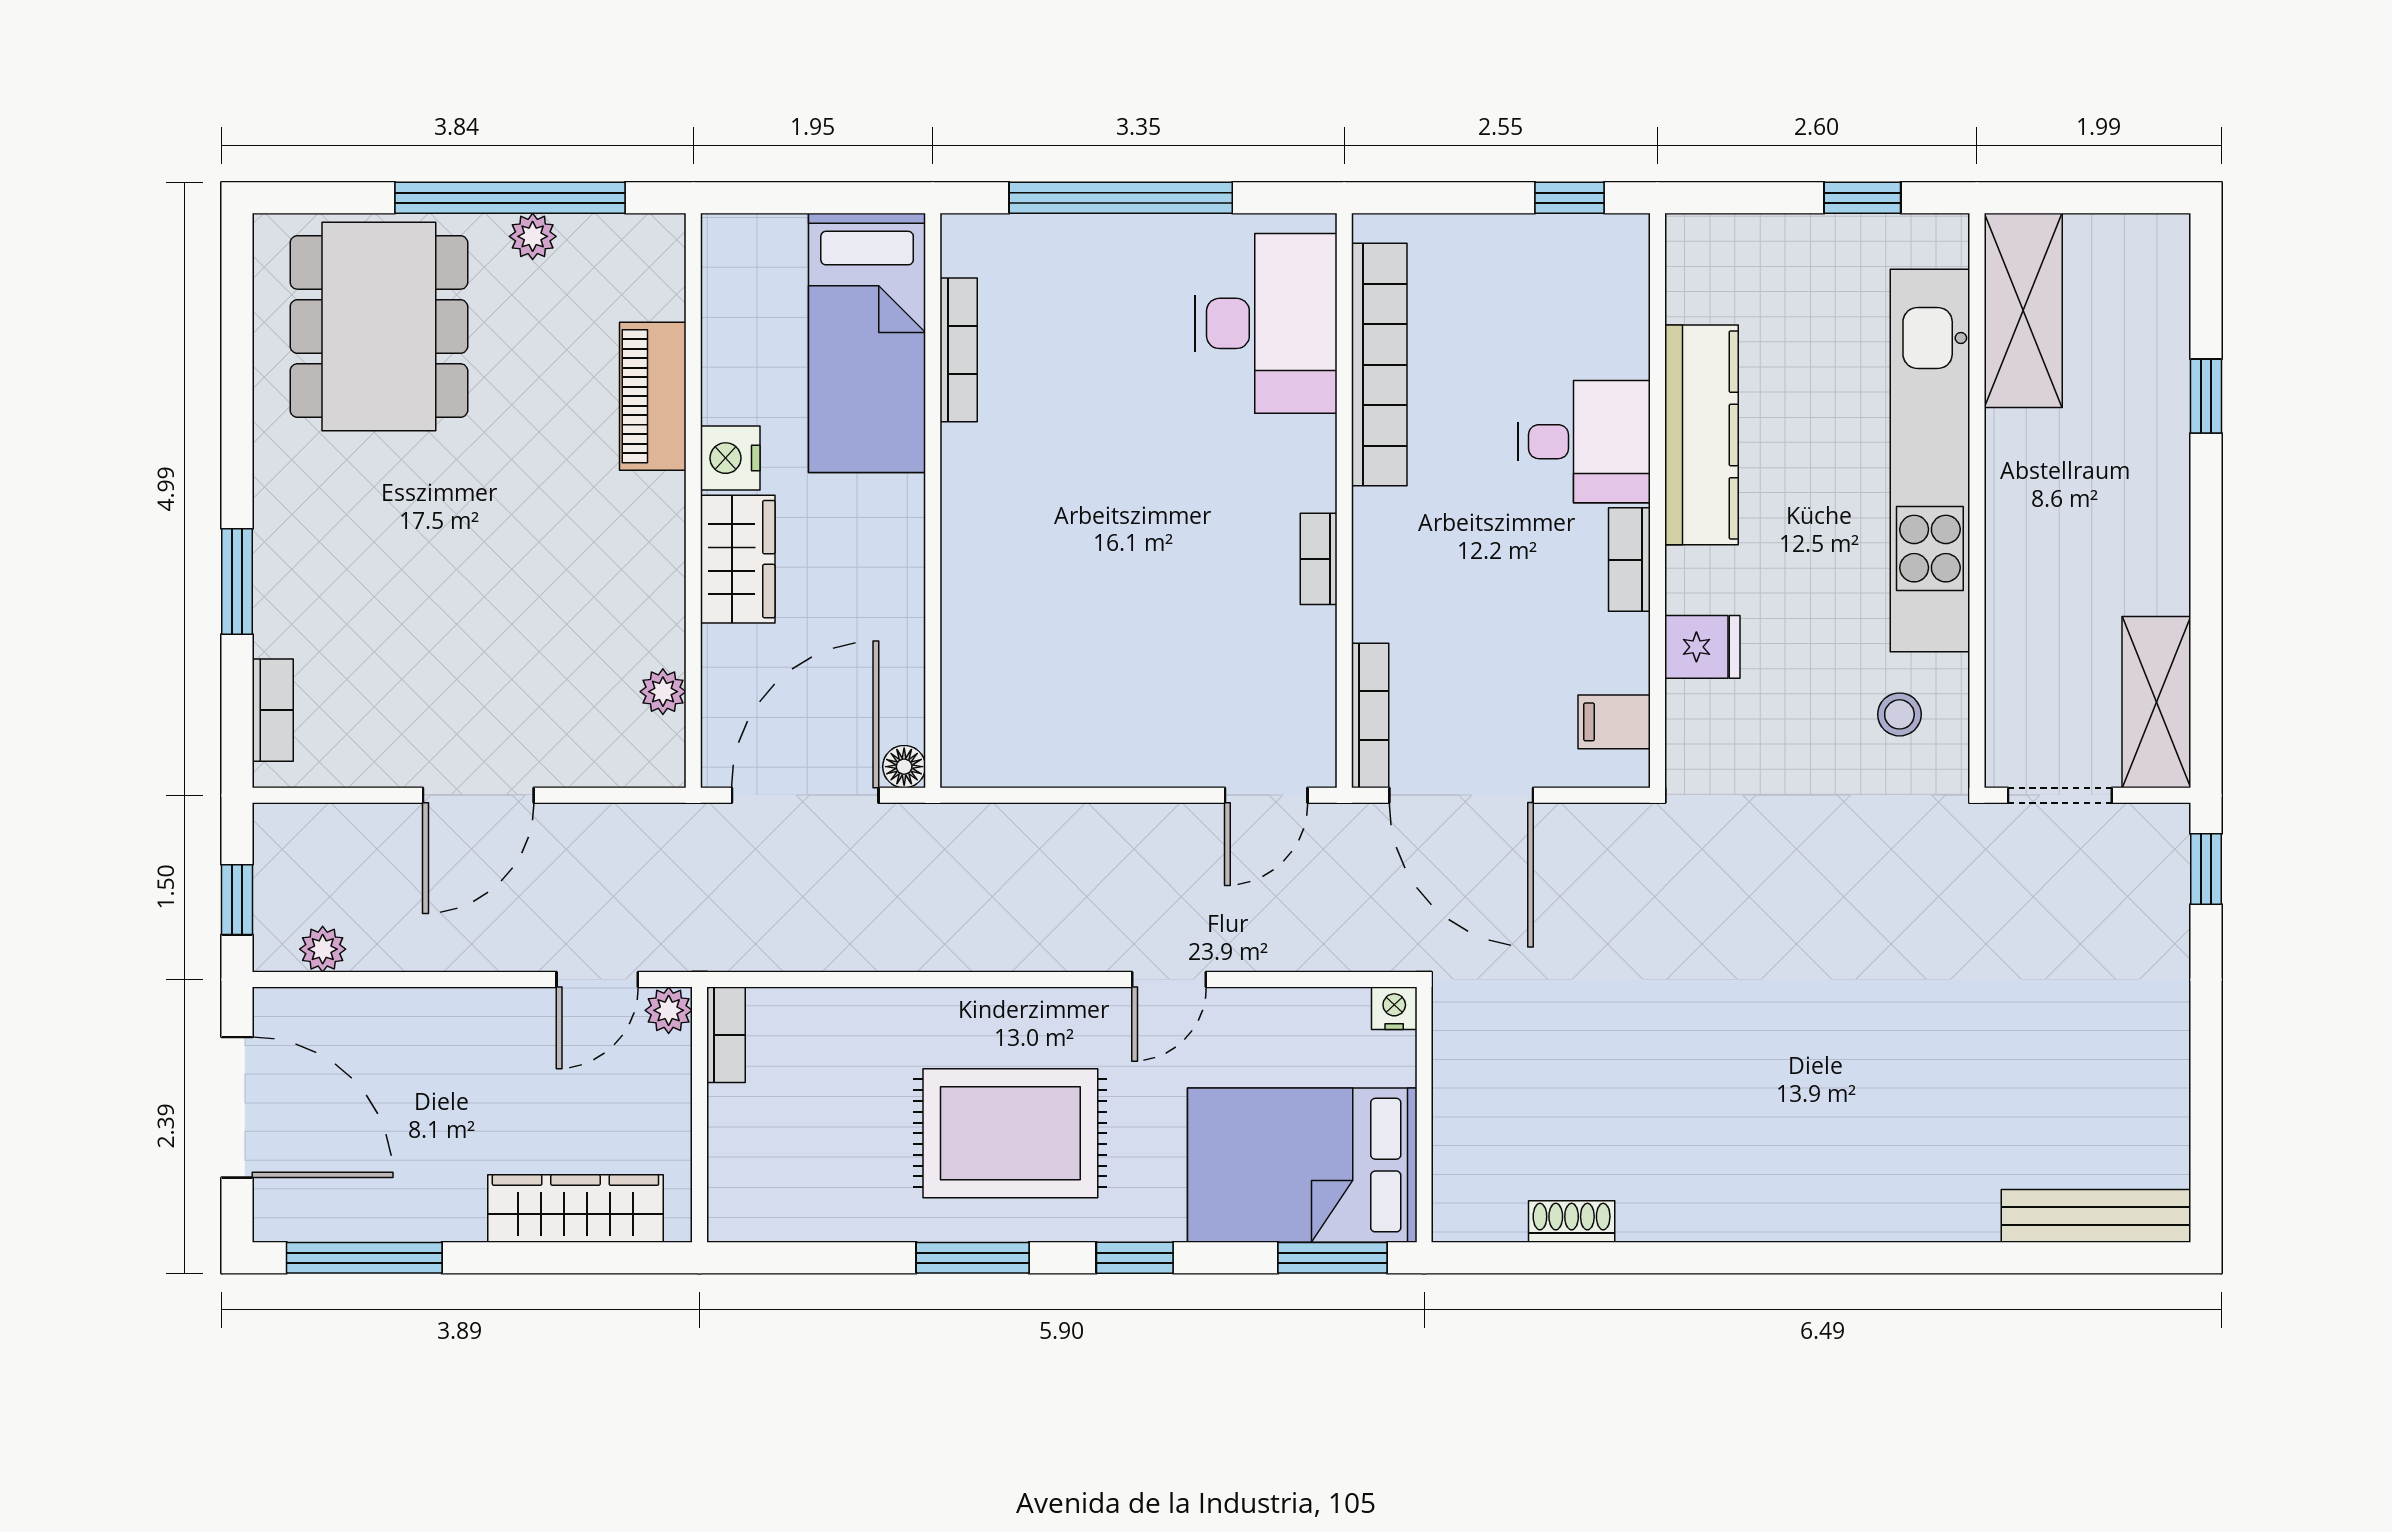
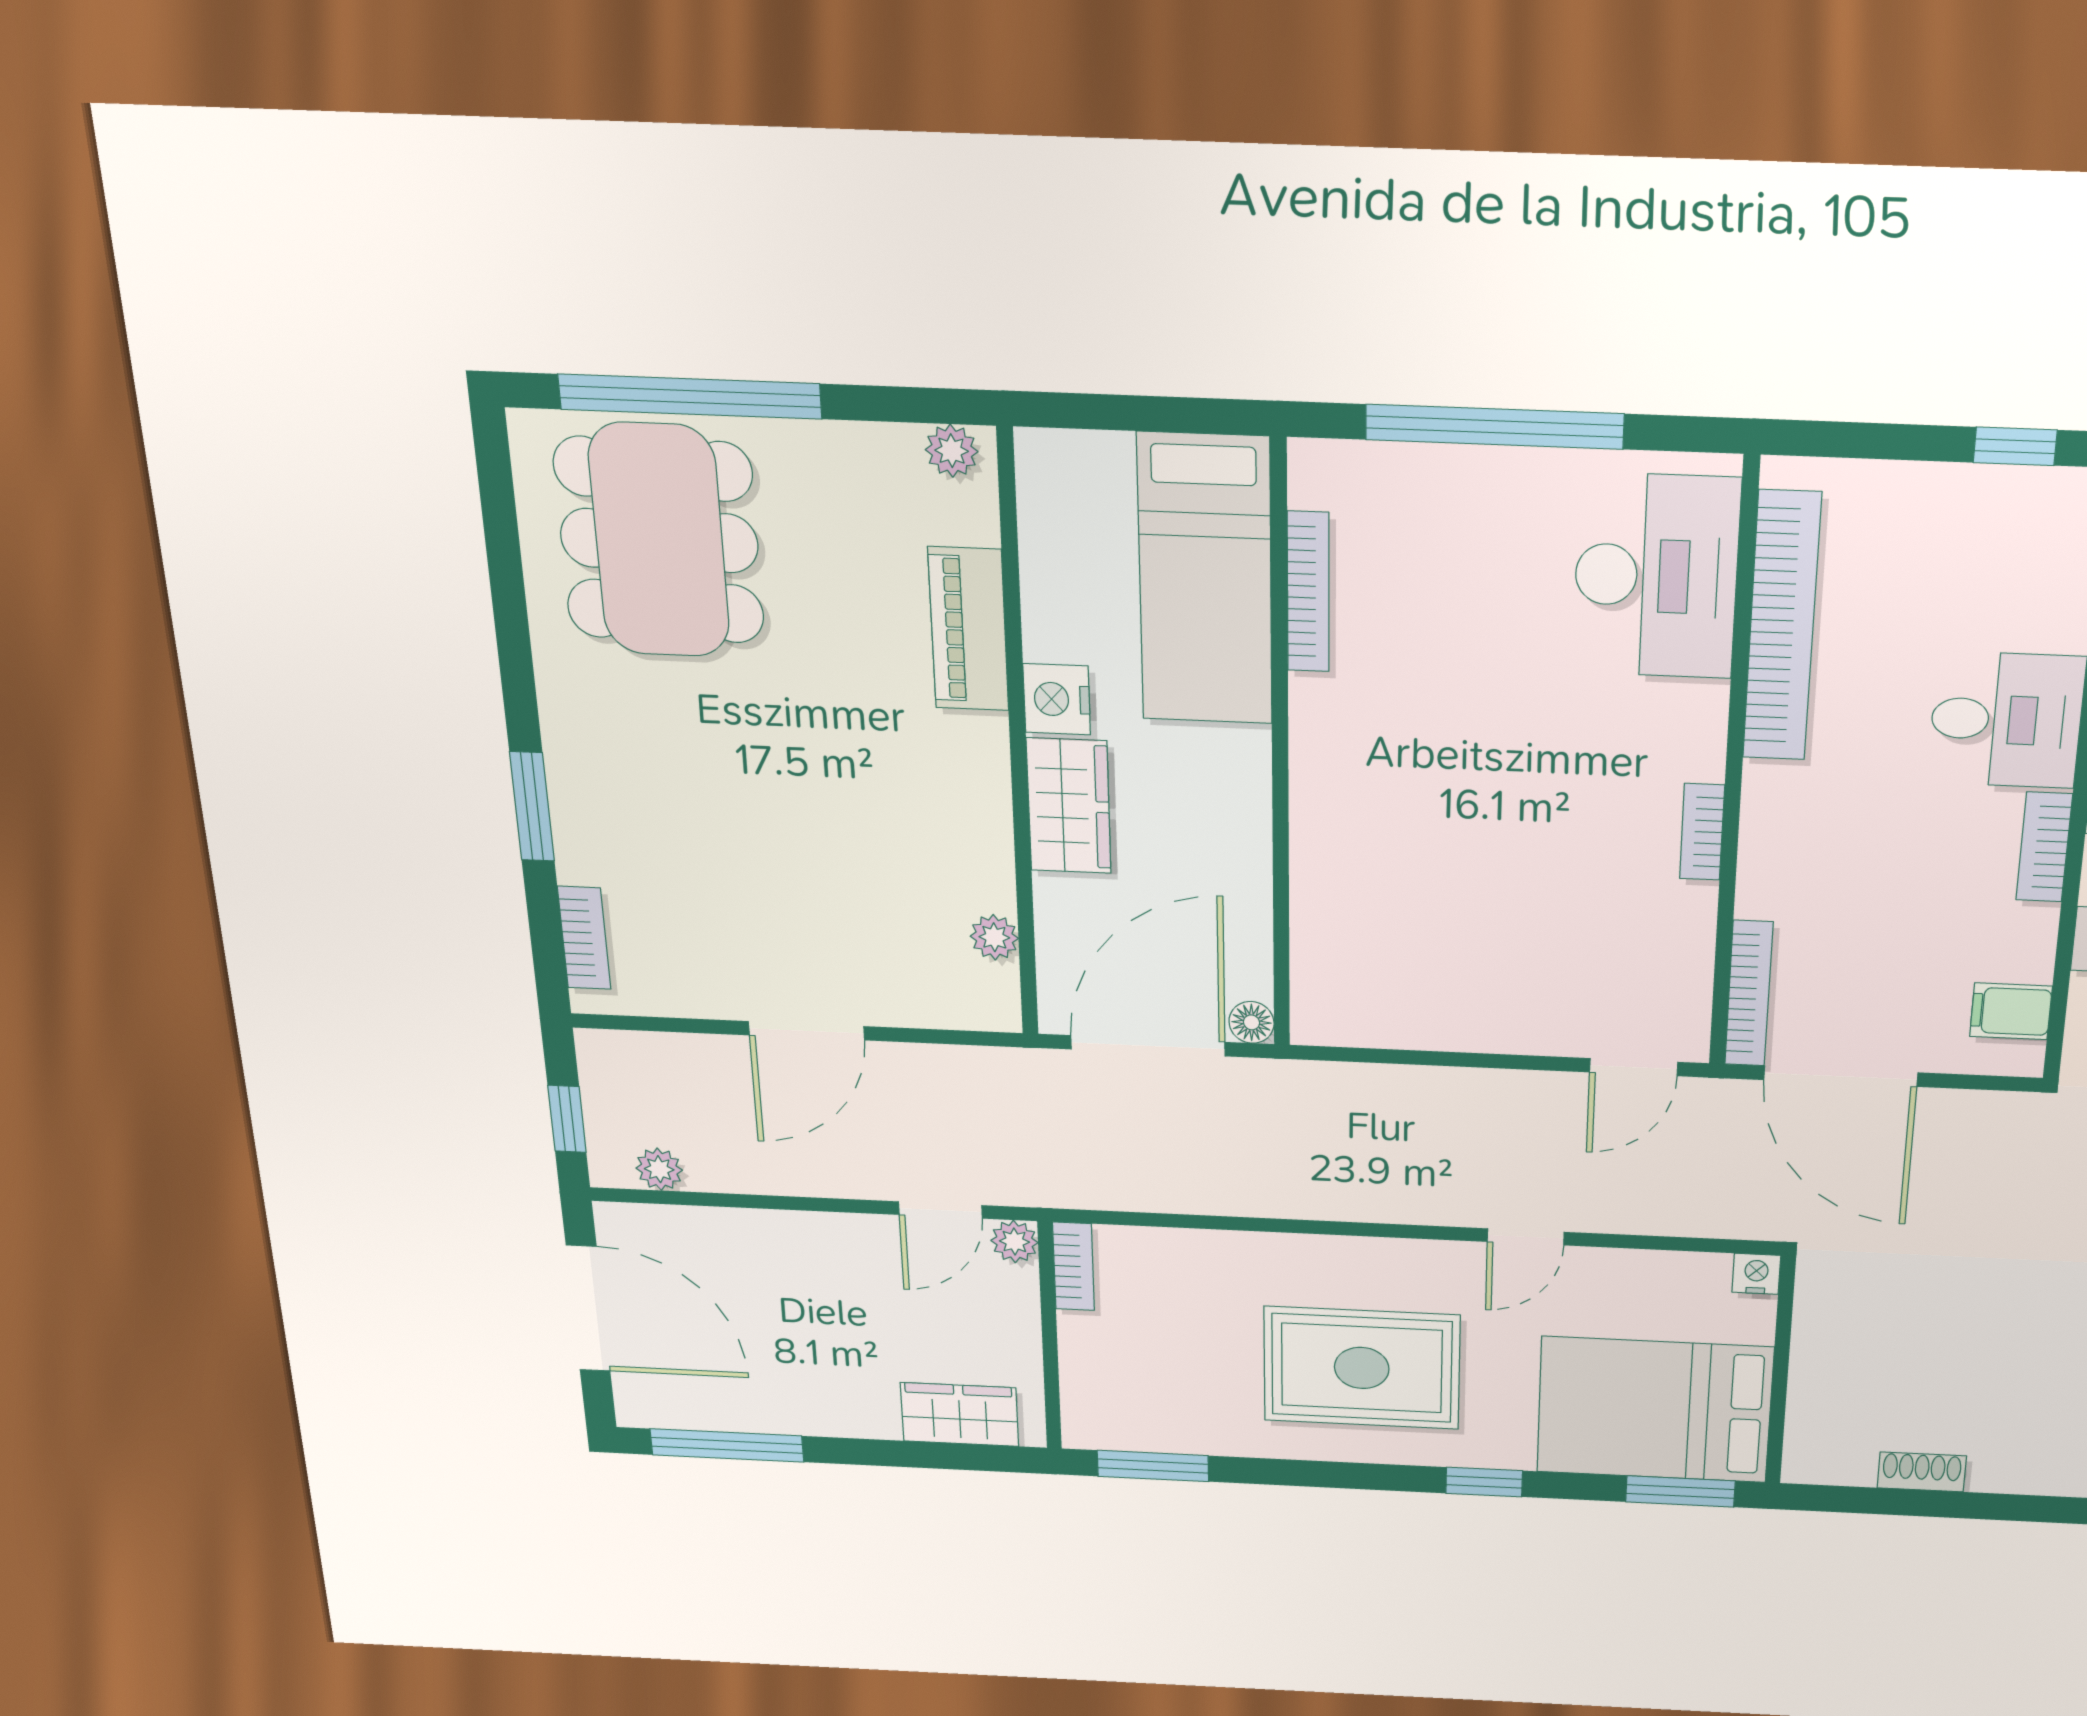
window: (510, 198) -> (690, 397), moved
plant: (533, 236) -> (952, 451), moved
wardrobe: (575, 1209) -> (960, 1414), width x0.67
window: (973, 1258) -> (1153, 1466), moved

